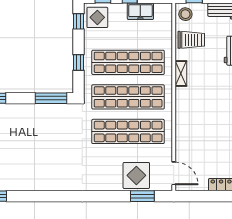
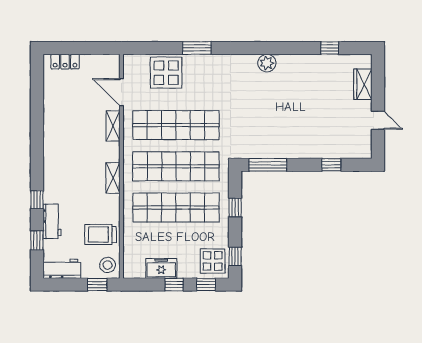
shelving: (181, 74) -> (113, 178), moved
shelving: (181, 131) -> (113, 126), added
door: (174, 173) -> (121, 92), moved
plant: (52, 183) -> (267, 63), added
window: (142, 196) -> (197, 48), moved

